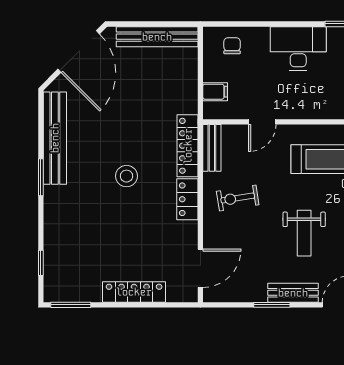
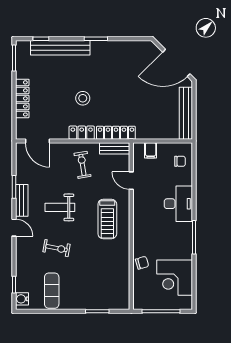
bench: (55, 138) -> (60, 48), moved
stool: (126, 176) -> (83, 98), moved

